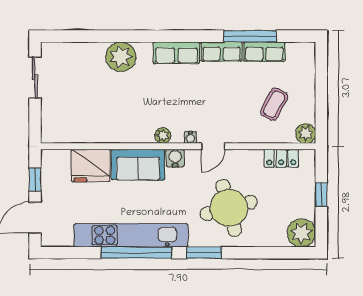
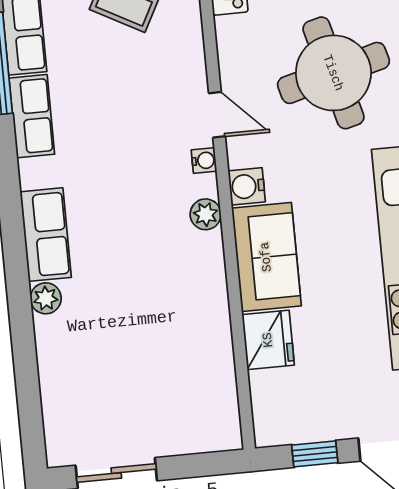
row of seats: (176, 53) -> (46, 235), moved
plant: (121, 57) -> (46, 298), width x0.53, depth x0.53
fridge: (91, 165) -> (268, 340), width x0.73, depth x0.75

